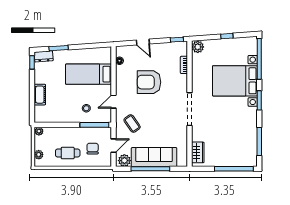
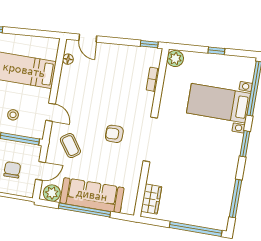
door: (143, 42) -> (88, 38), moved
bed with nightstands: (235, 81) -> (218, 103), width x0.73
armchair: (149, 82) -> (114, 134), moved, width x0.53, depth x0.53
door: (113, 102) -> (51, 112), swing flipped

